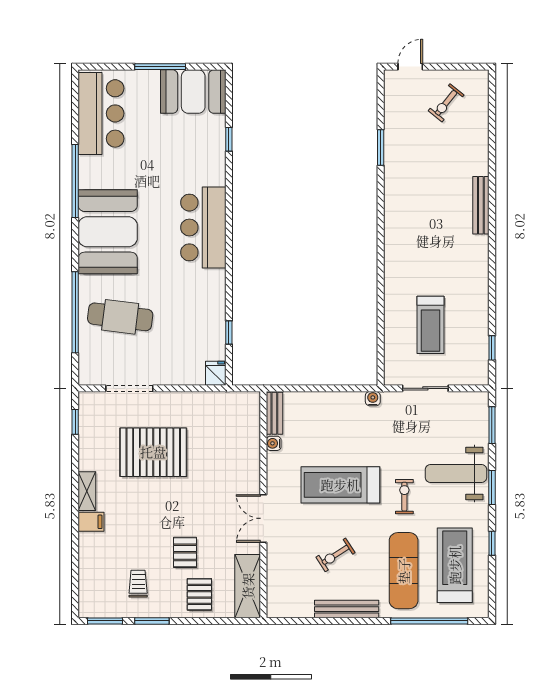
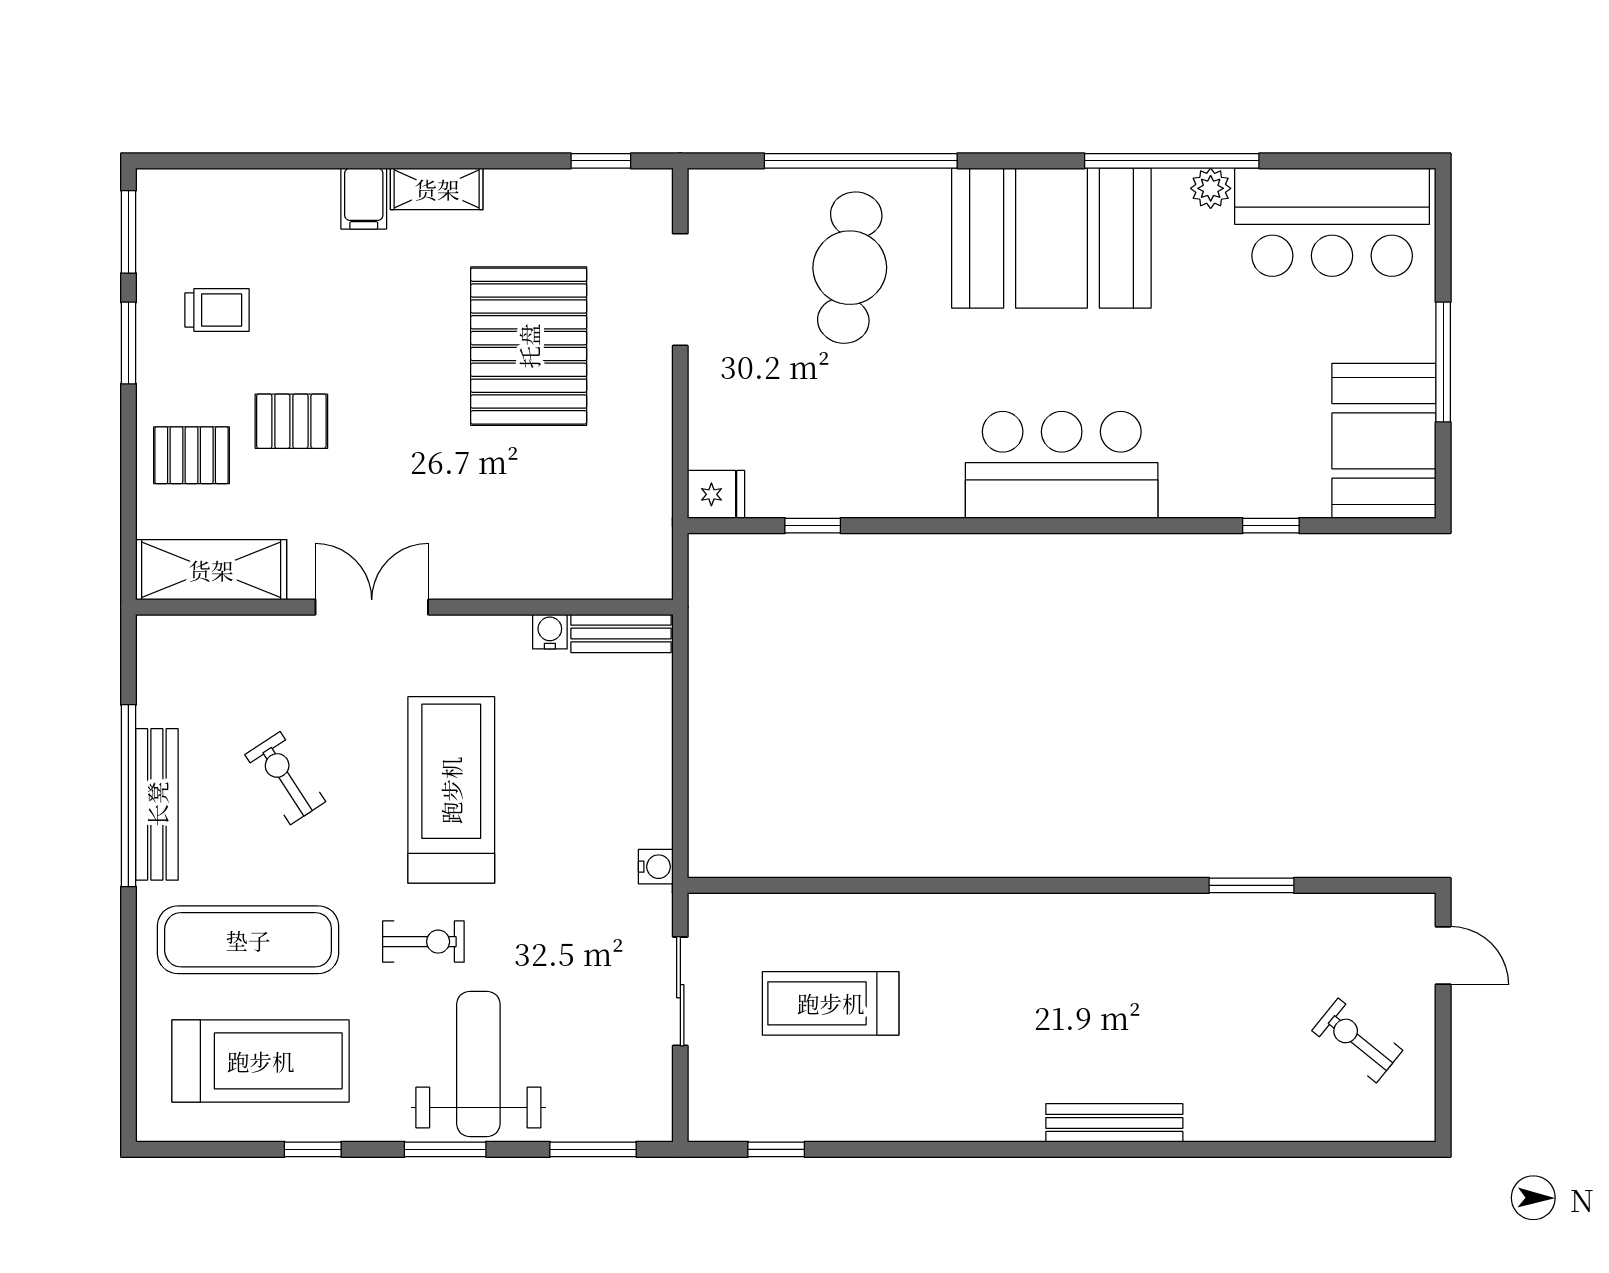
plant: (87, 165) -> (1211, 188), added
window: (429, 621) -> (128, 796), moved

